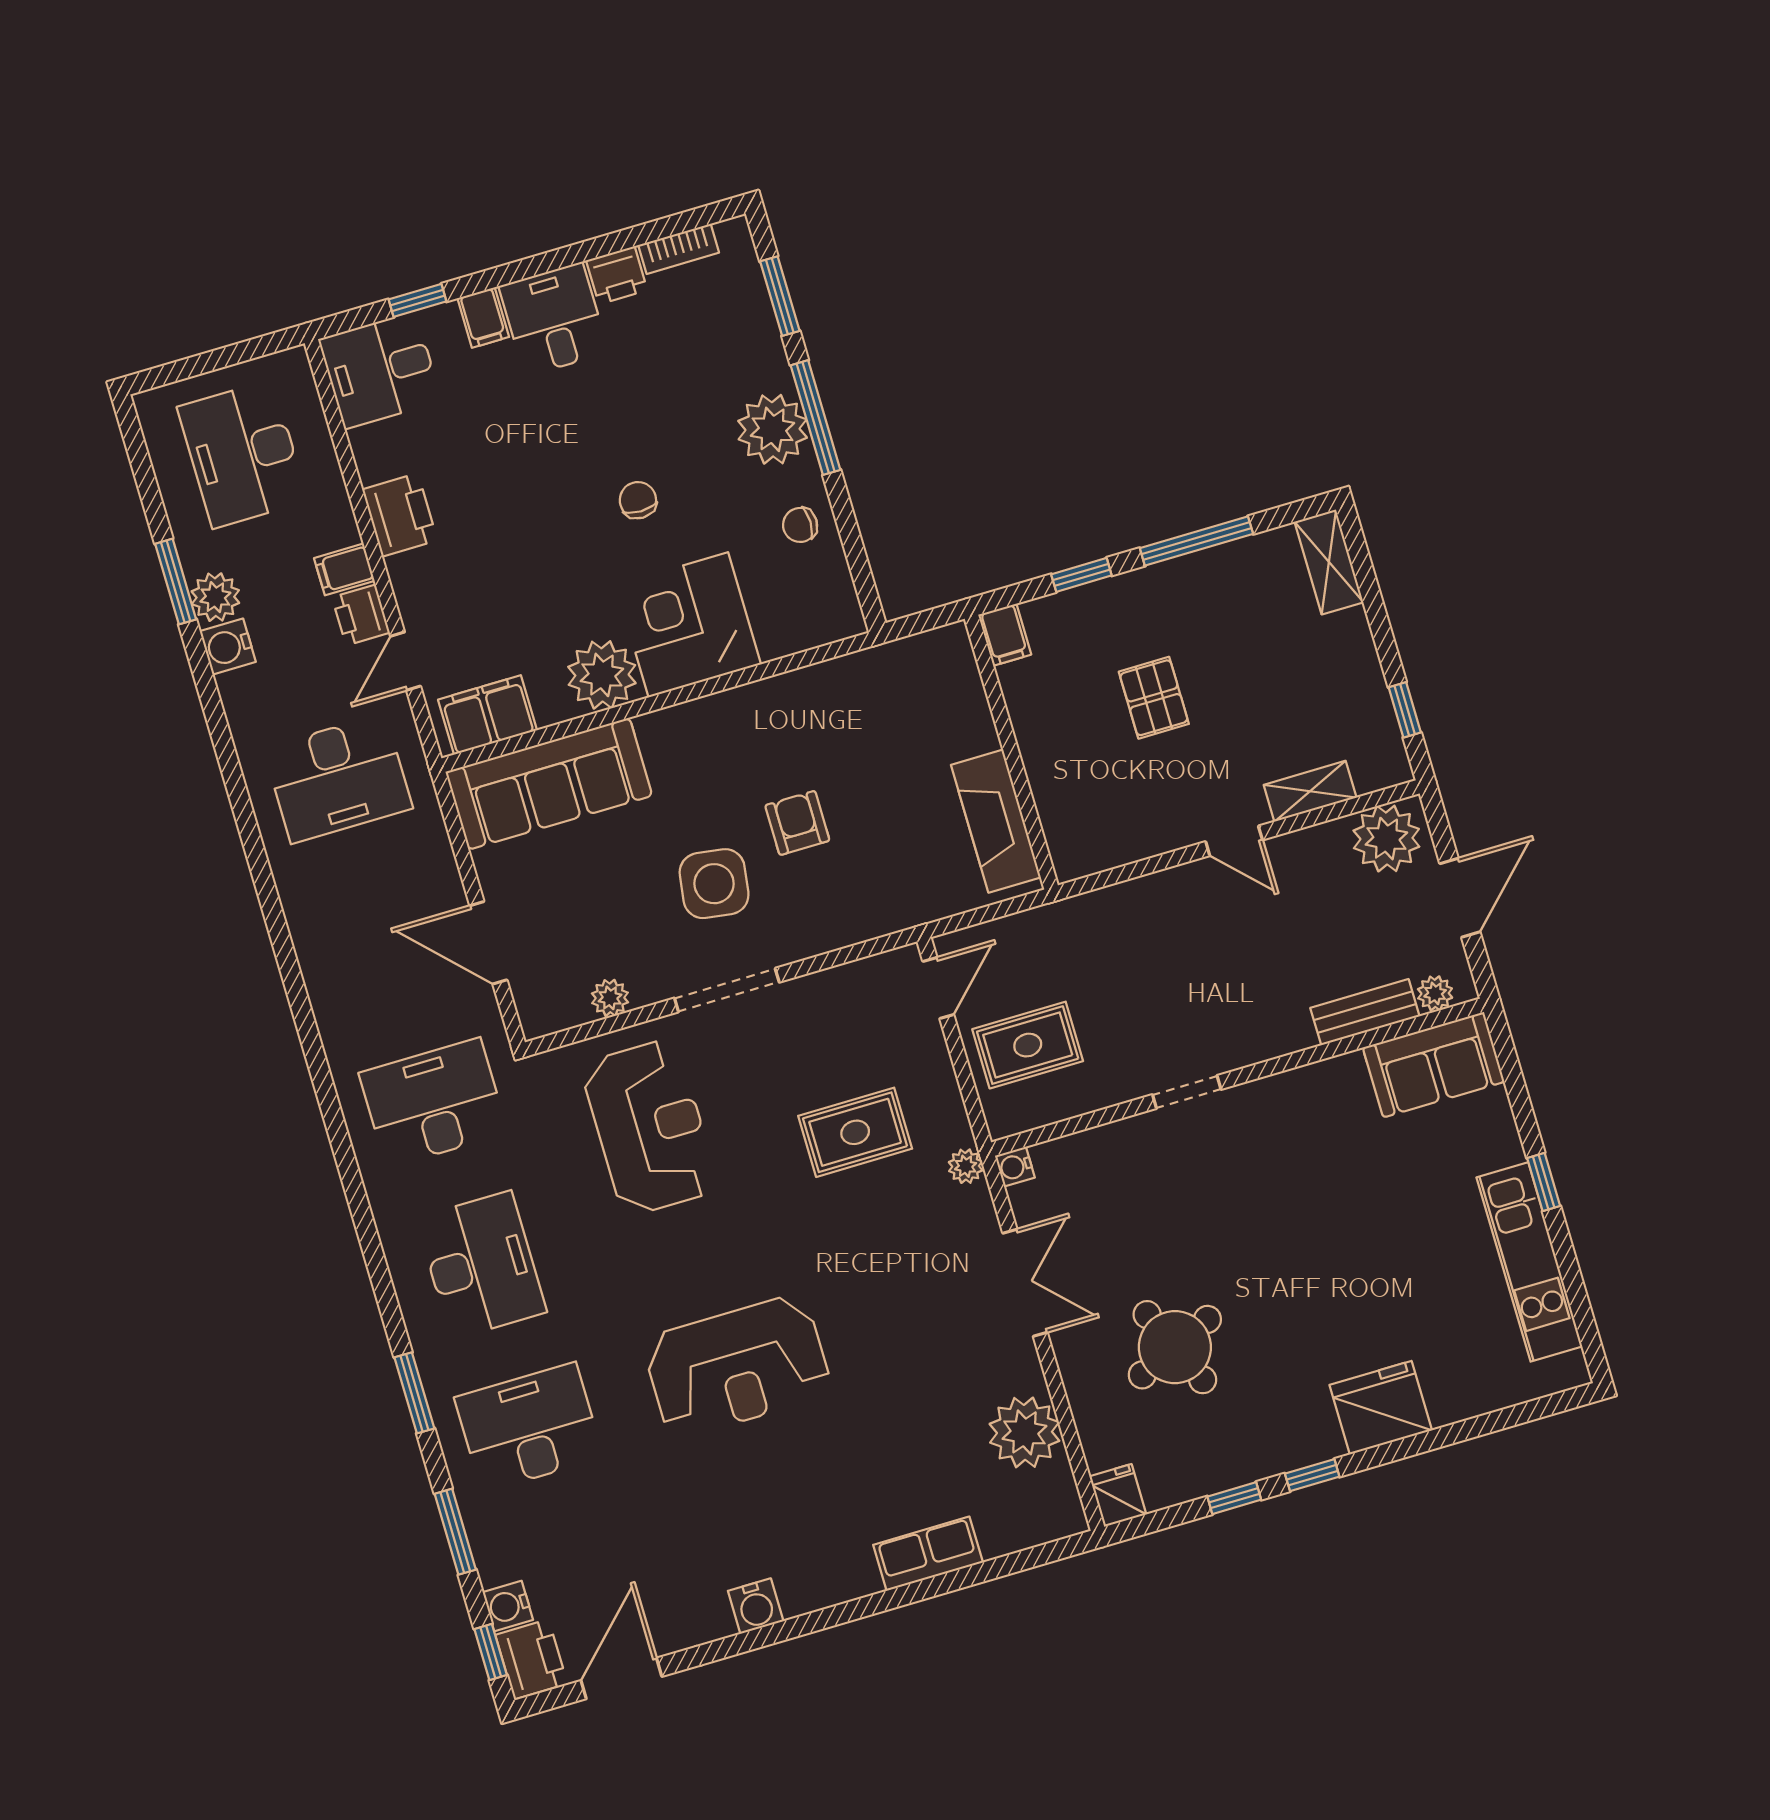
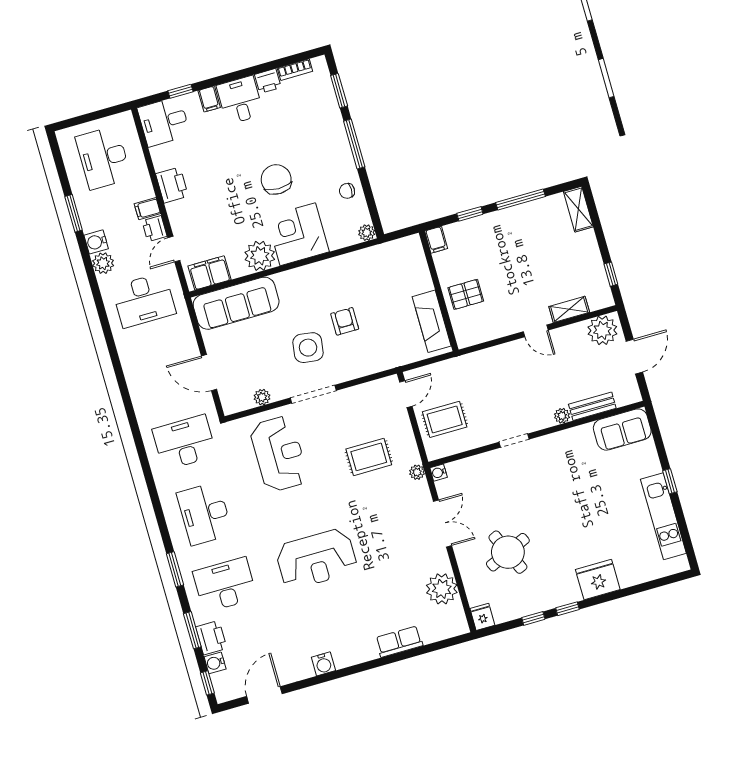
plant: (773, 429) -> (367, 233), moved, width x0.53, depth x0.53
chair: (638, 500) -> (276, 179), width x1.87, depth x1.87
plant: (215, 597) -> (103, 263), moved
pallet: (1154, 698) -> (466, 294), moved, turned 90
plant: (1435, 993) -> (562, 416), moved
desk: (481, 1265) -> (205, 514), turned 180
printer: (531, 1659) -> (211, 638), moved

